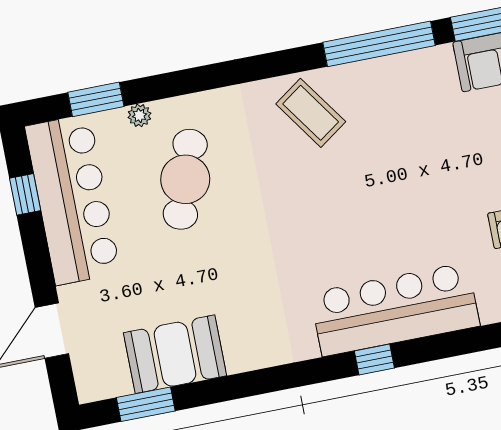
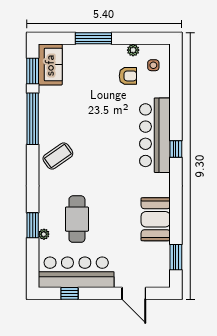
window: (96, 99) -> (33, 225), moved
cafe table: (185, 179) -> (77, 219), turned 71
booth: (175, 354) -> (156, 219), moved

